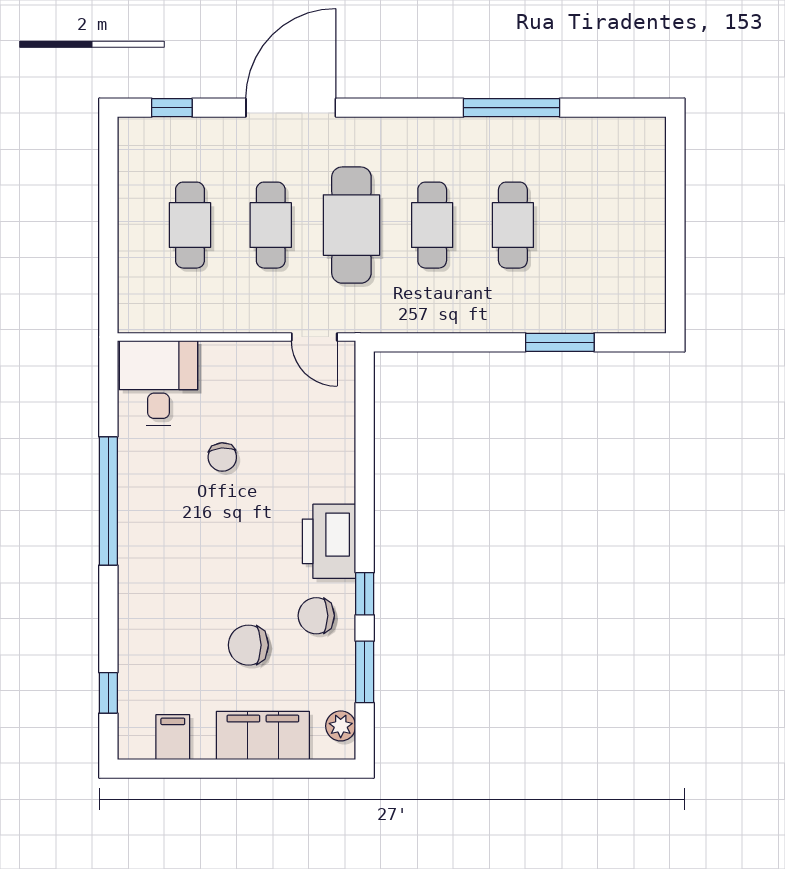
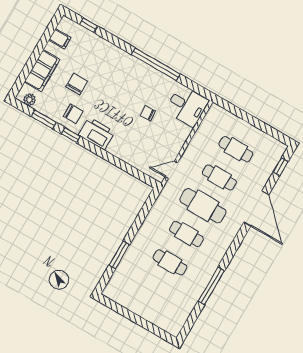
chair: (316, 616) -> (73, 114), turned 90

